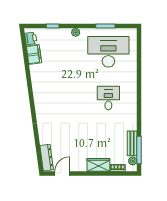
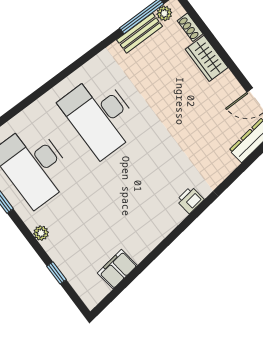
printer: (31, 38) -> (190, 200), moved
desk: (108, 98) -> (100, 116), width x1.87, depth x1.30

